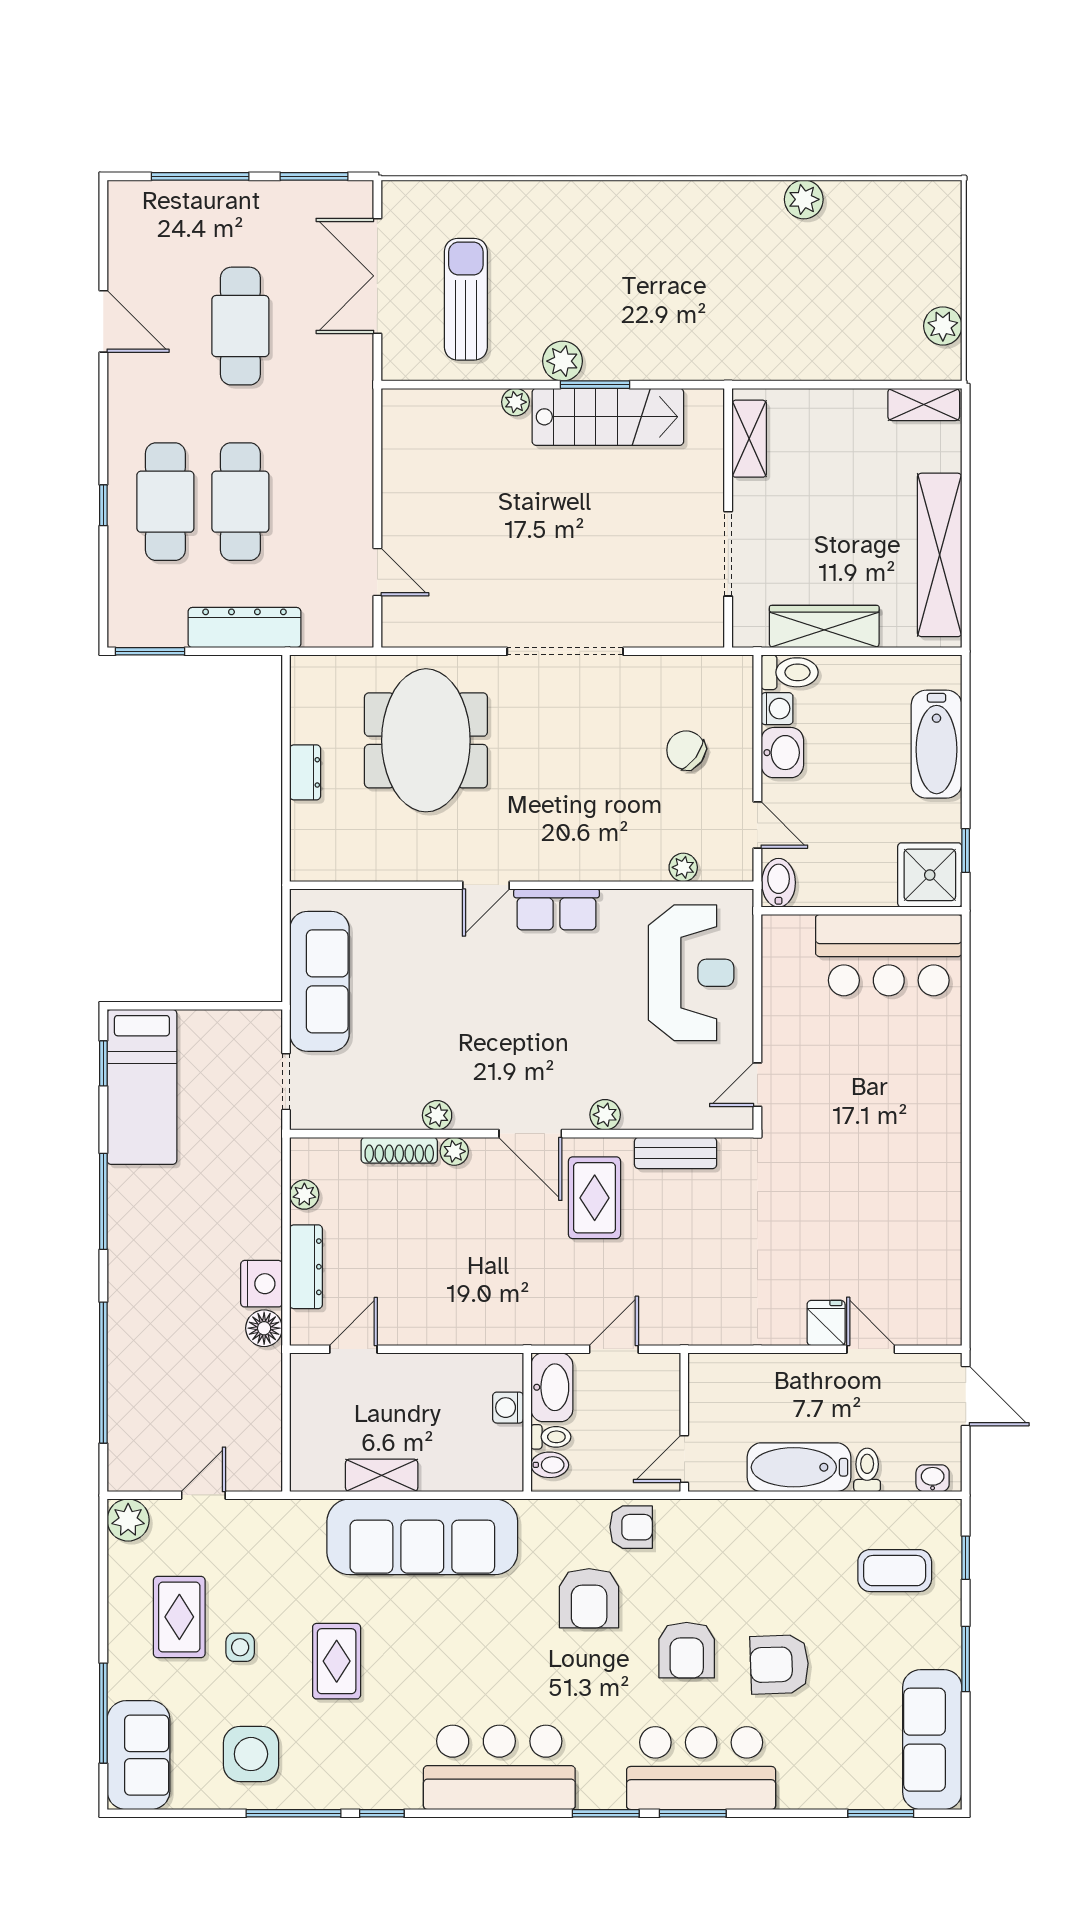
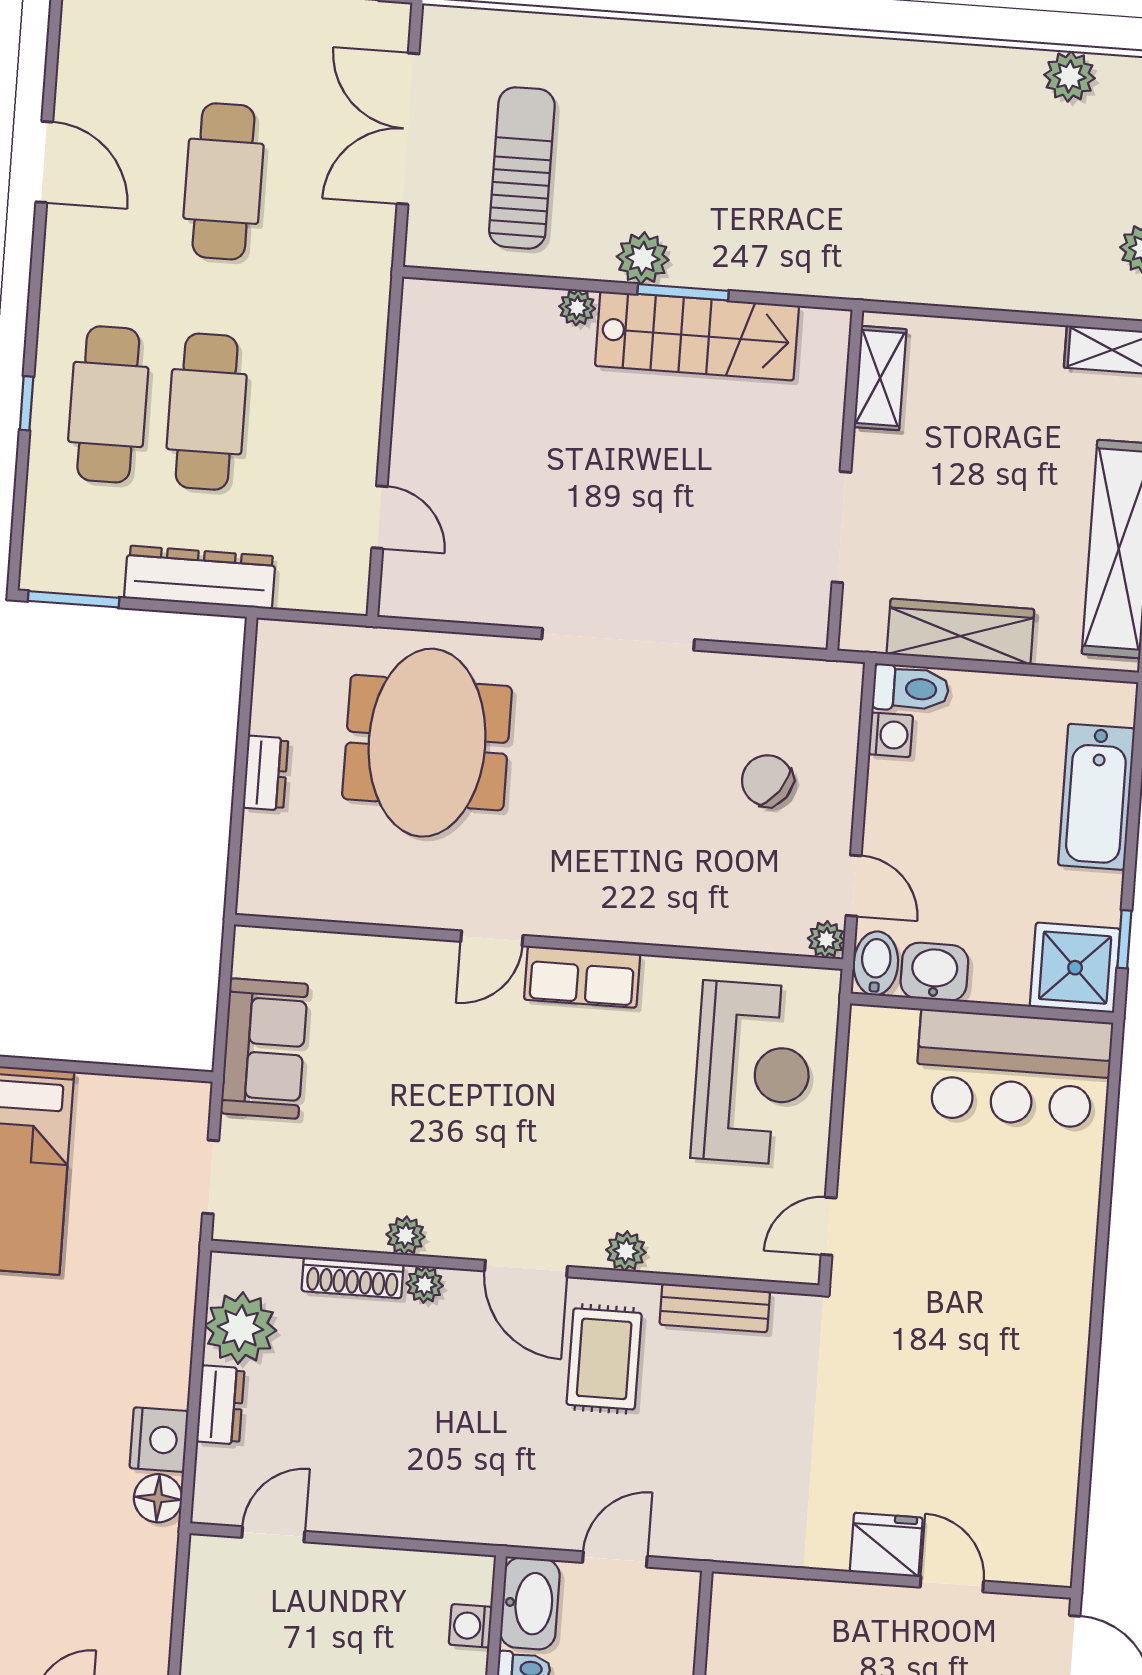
plant: (804, 199) -> (1070, 76), moved
washbasin: (782, 753) -> (934, 972), moved, turned -90
plant: (683, 867) -> (826, 940), moved
sofa: (319, 981) -> (264, 1049), width x0.73
plant: (304, 1195) -> (240, 1328), width x1.88, depth x1.88
dresser: (306, 1267) -> (220, 1405), width x0.70
fridge: (826, 1323) -> (886, 1545), width x1.38

